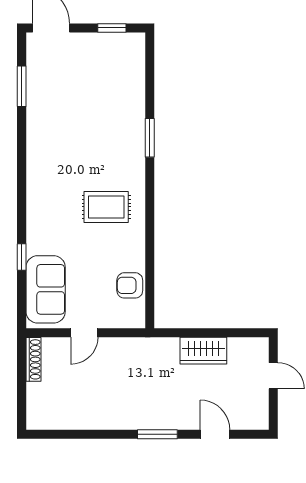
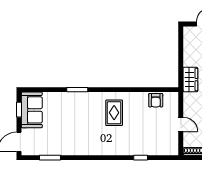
sofa: (46, 289) -> (32, 110), moved, turned 90
wardrobe: (203, 351) -> (190, 80), moved

